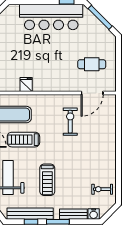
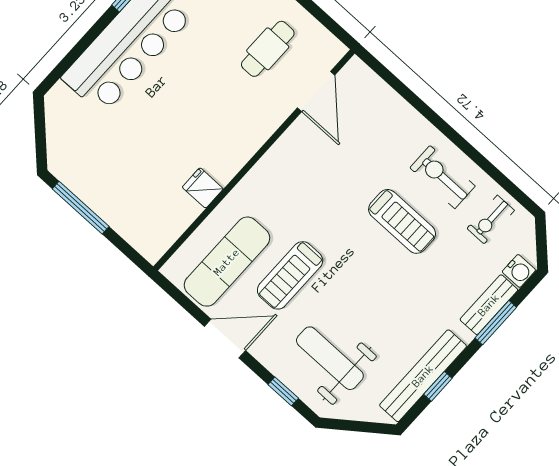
exercise bike: (70, 122) -> (442, 177), moved
treadmill: (47, 180) -> (402, 221), moved
window: (58, 222) -> (496, 323), moved

